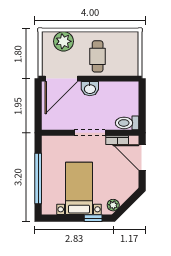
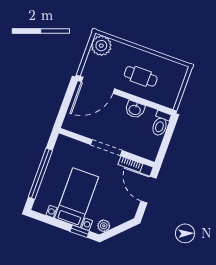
plant: (64, 41) -> (101, 46), moved
cafe table: (98, 56) -> (141, 76), turned 90
washbasin: (90, 89) -> (135, 110), moved
toilet: (127, 123) -> (161, 124), moved, turned -90

